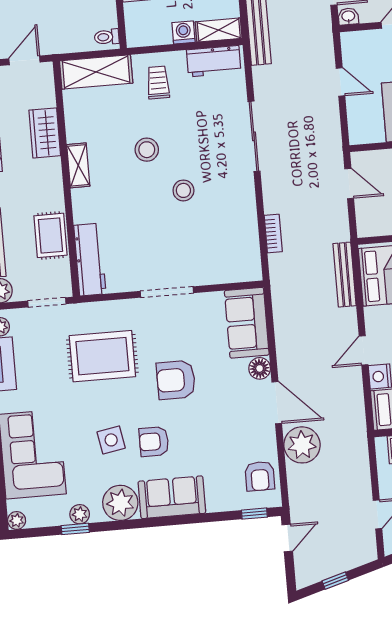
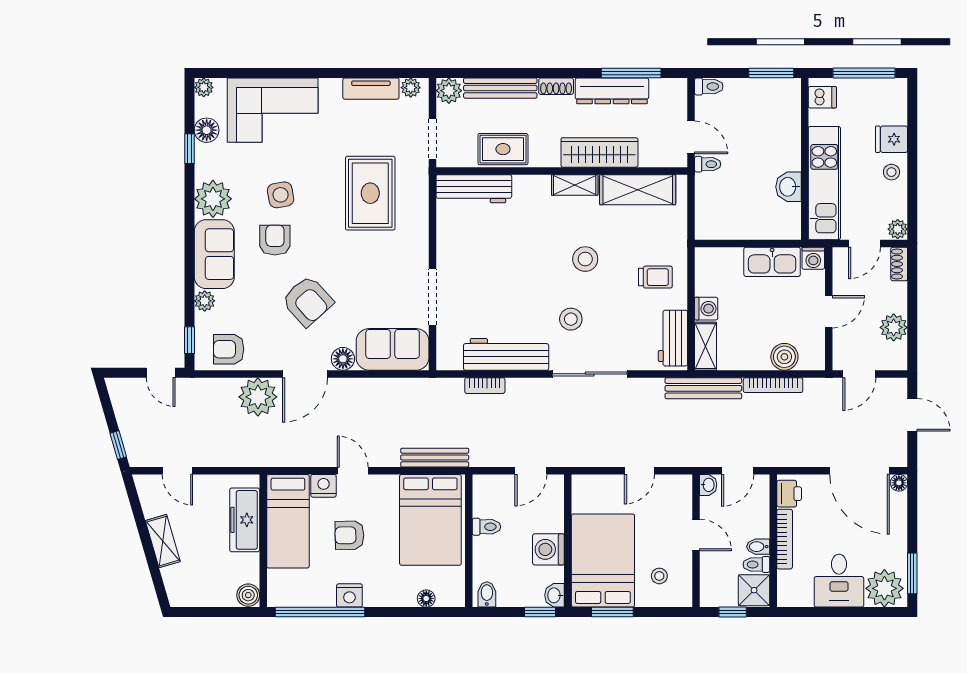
toilet: (107, 37) -> (708, 164), moved, turned 90
shelving: (96, 72) -> (638, 190), moved, turned 90
wardrobe: (45, 133) -> (599, 152), width x1.50
stool: (183, 190) -> (571, 319), moved
workbench: (242, 216) -> (506, 354), added
doorway: (167, 292) -> (432, 297), moved
armchair: (176, 380) -> (308, 301), moved, turned 138
floor lamp: (57, 514) -> (207, 130), added
plant: (80, 514) -> (205, 301), moved
window: (335, 581) -> (118, 445), moved

